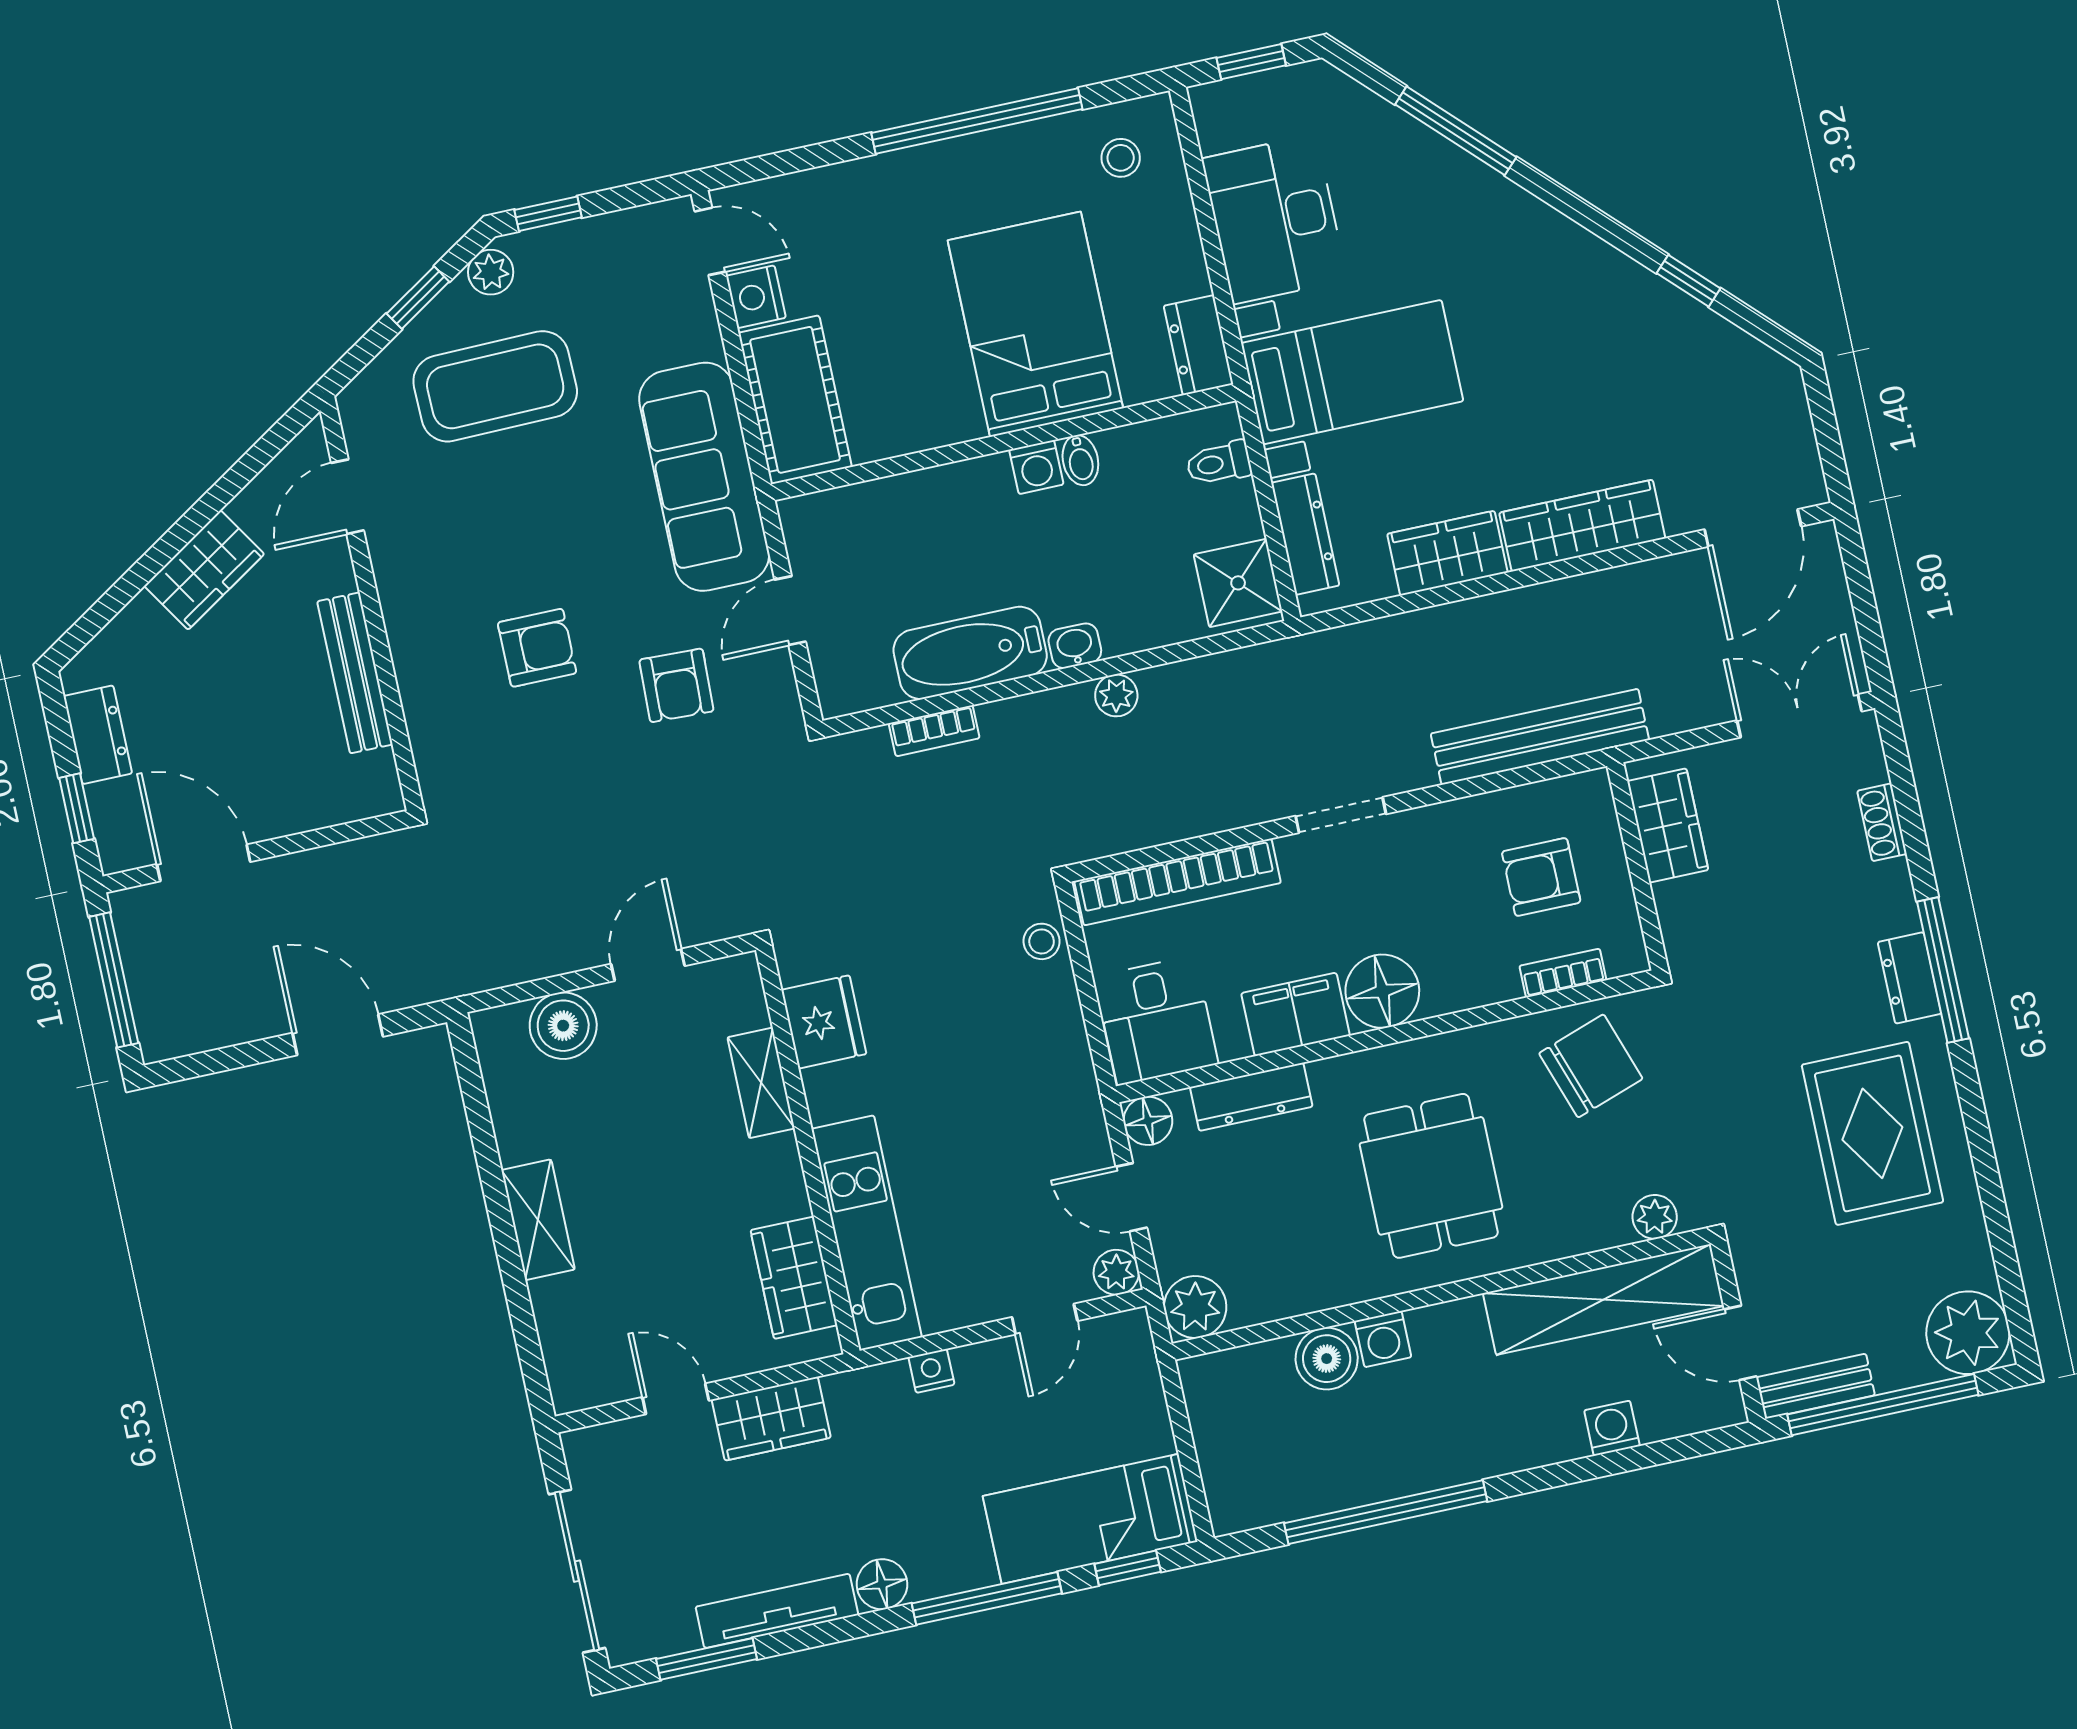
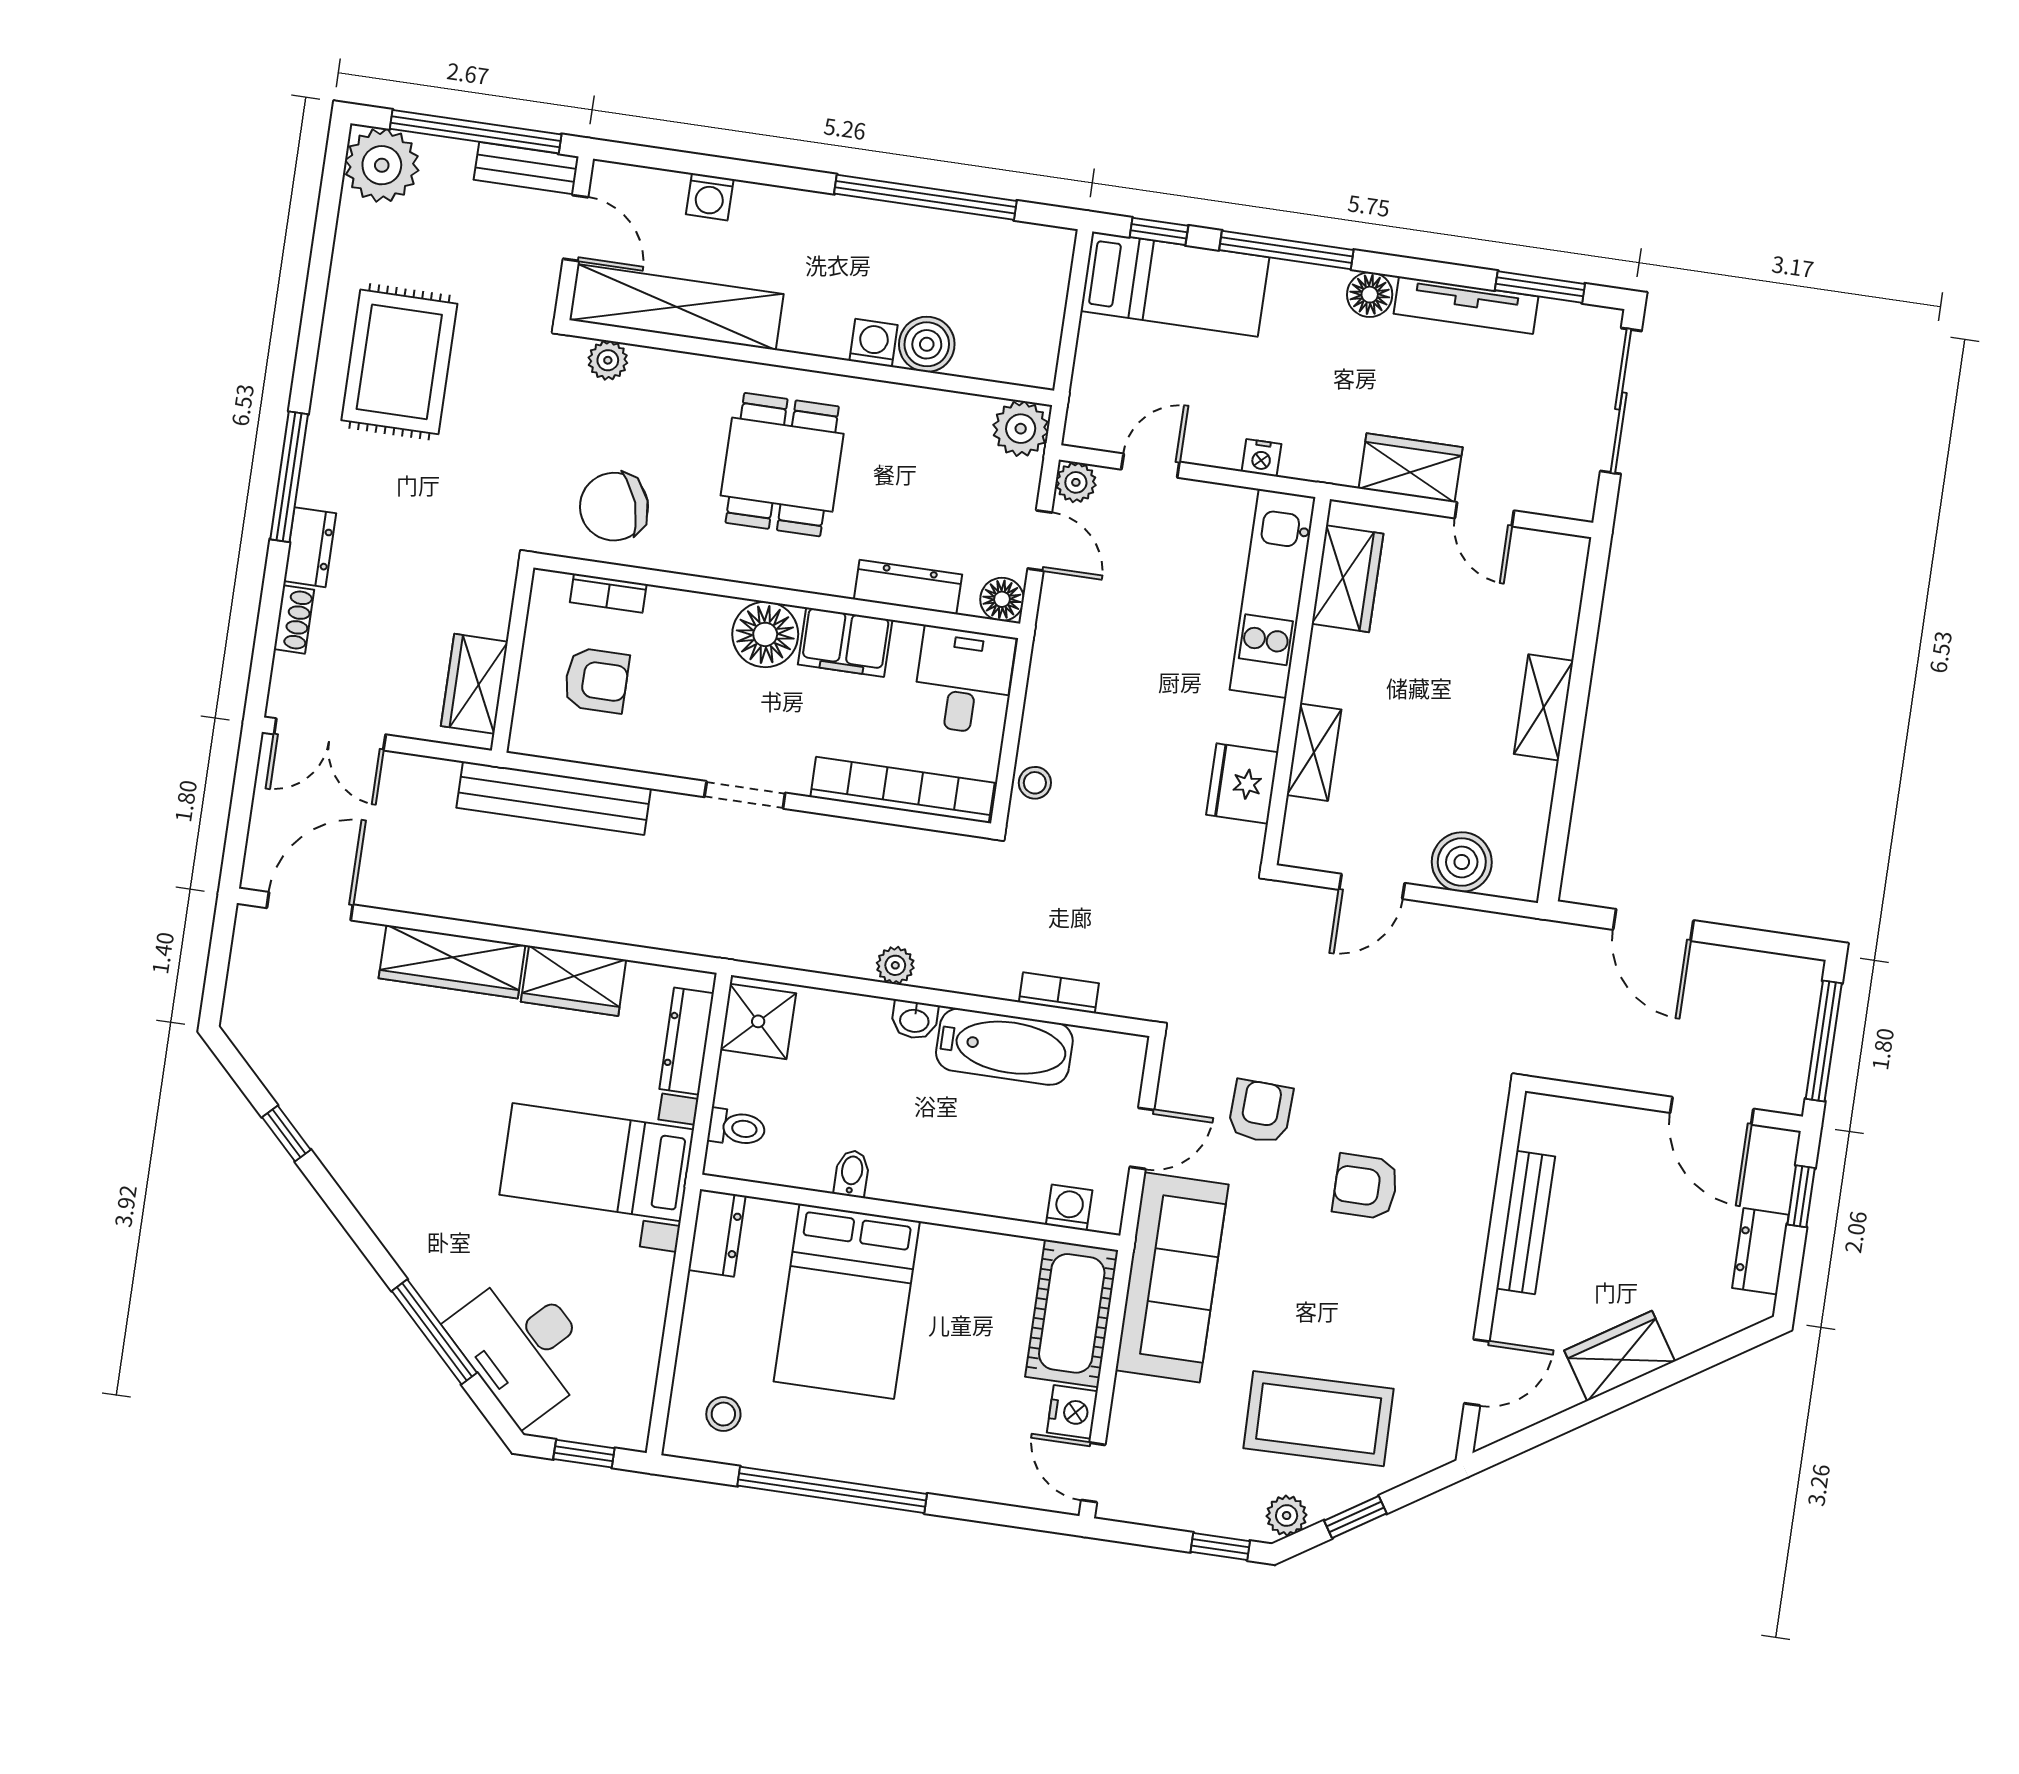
desk: (1274, 219) -> (523, 1346), moved, turned 135
washing machine: (1036, 467) -> (1069, 1208), moved
dresser: (1910, 978) -> (310, 547), moved

